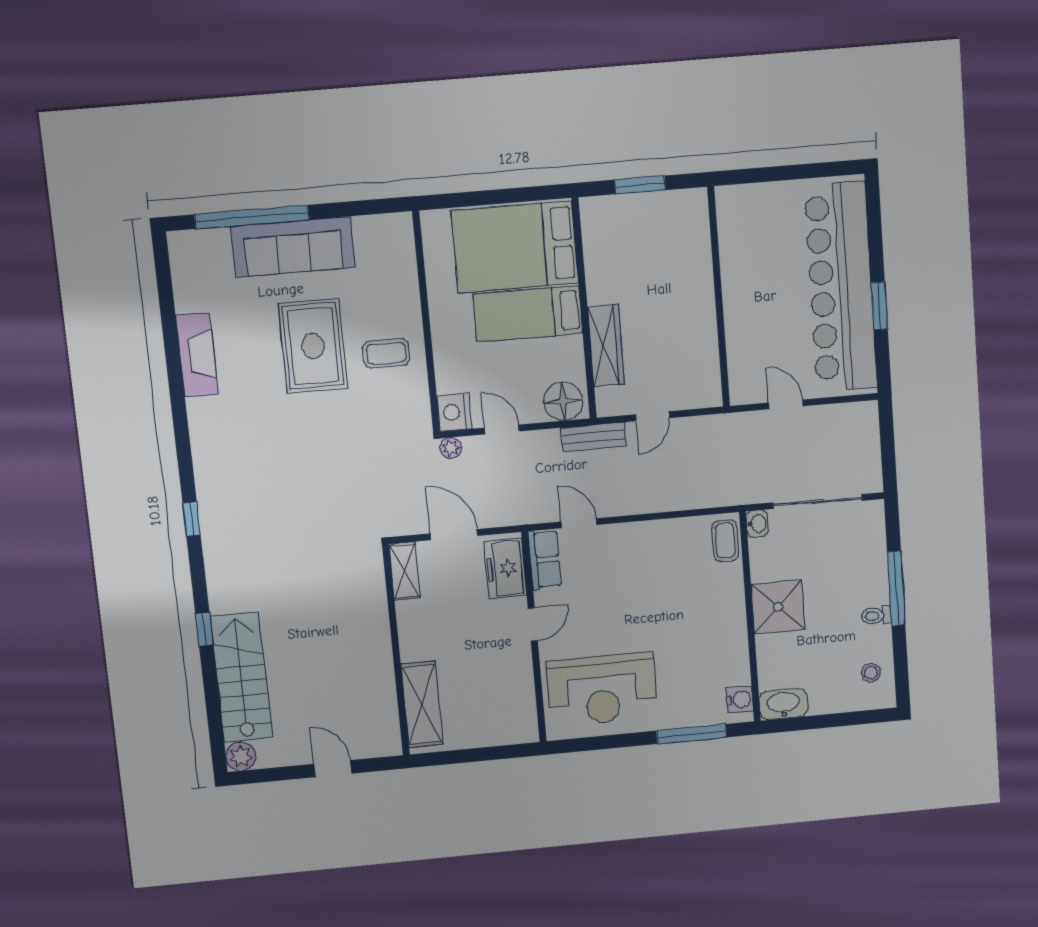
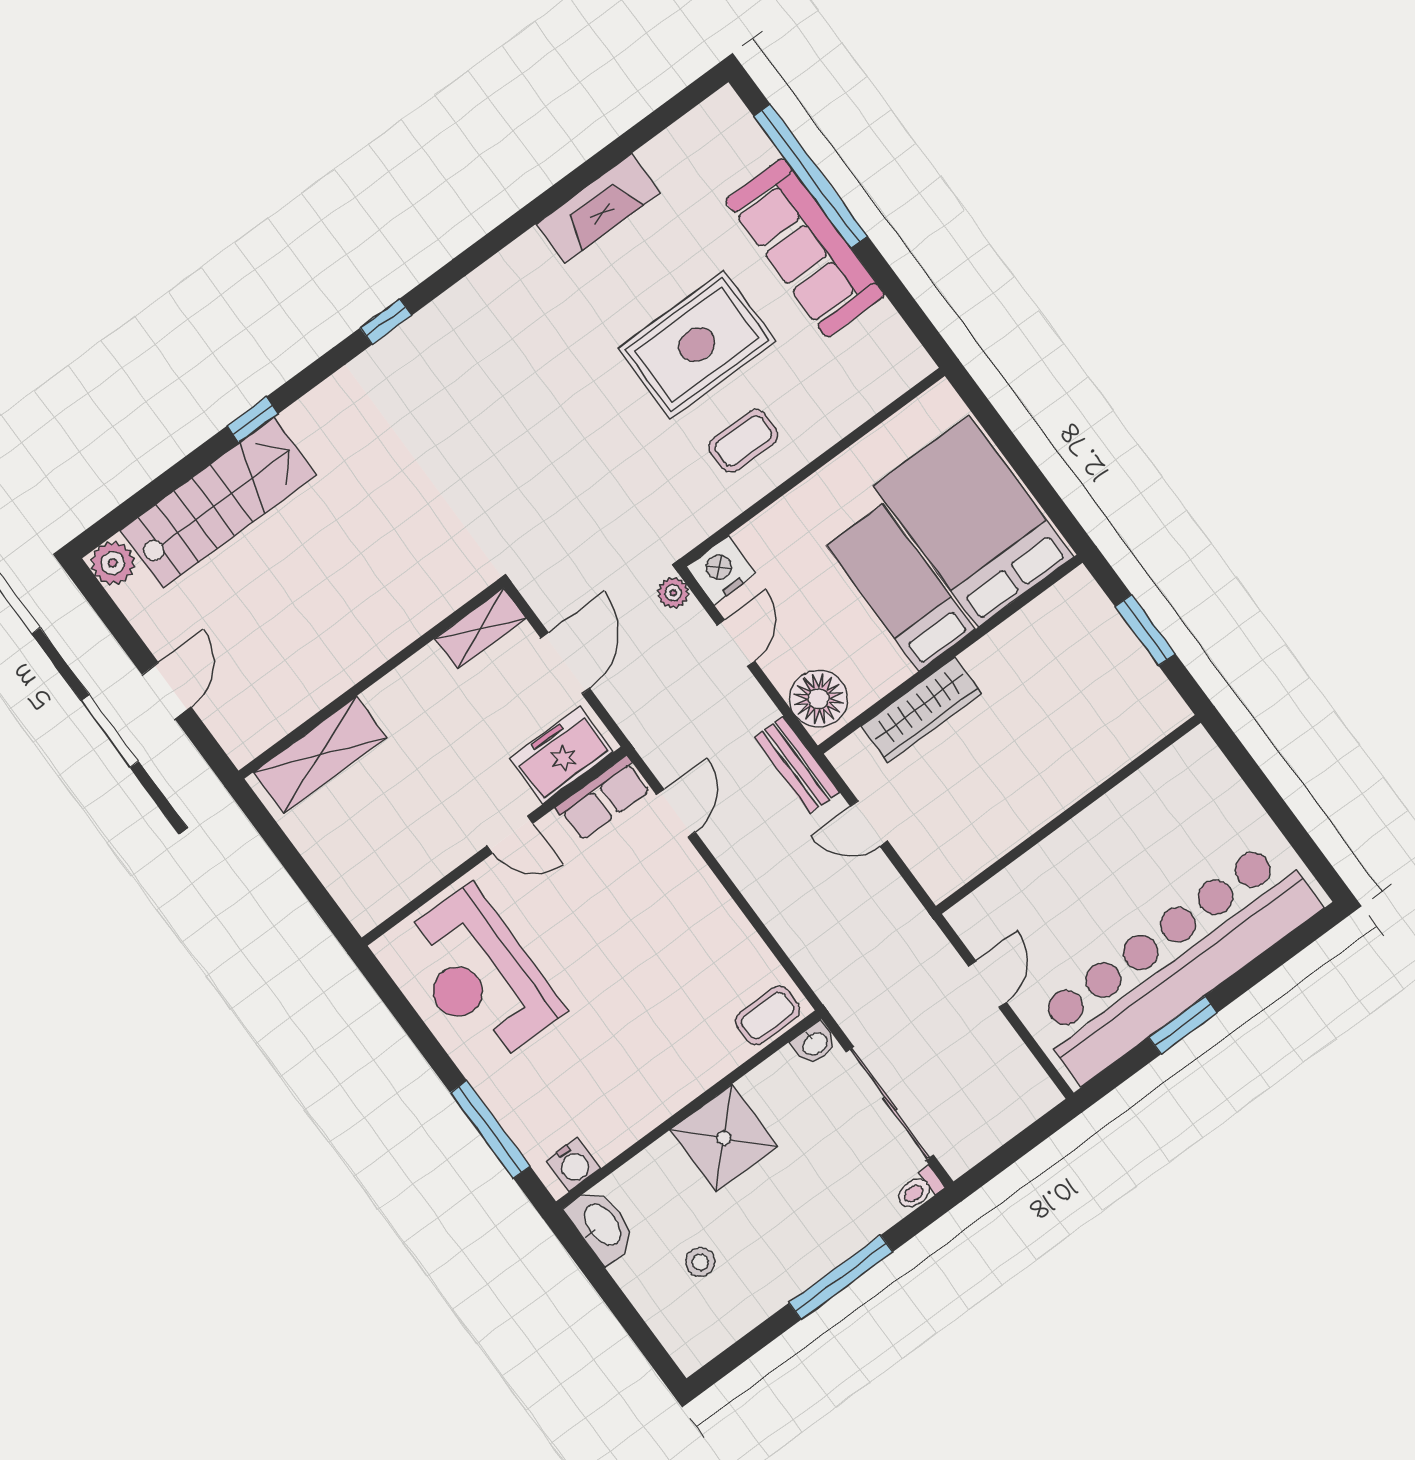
coffee table: (386, 353) -> (743, 441), turned 90
toilet: (876, 616) -> (919, 1190), moved, turned -90
stool: (871, 673) -> (700, 1262), moved

